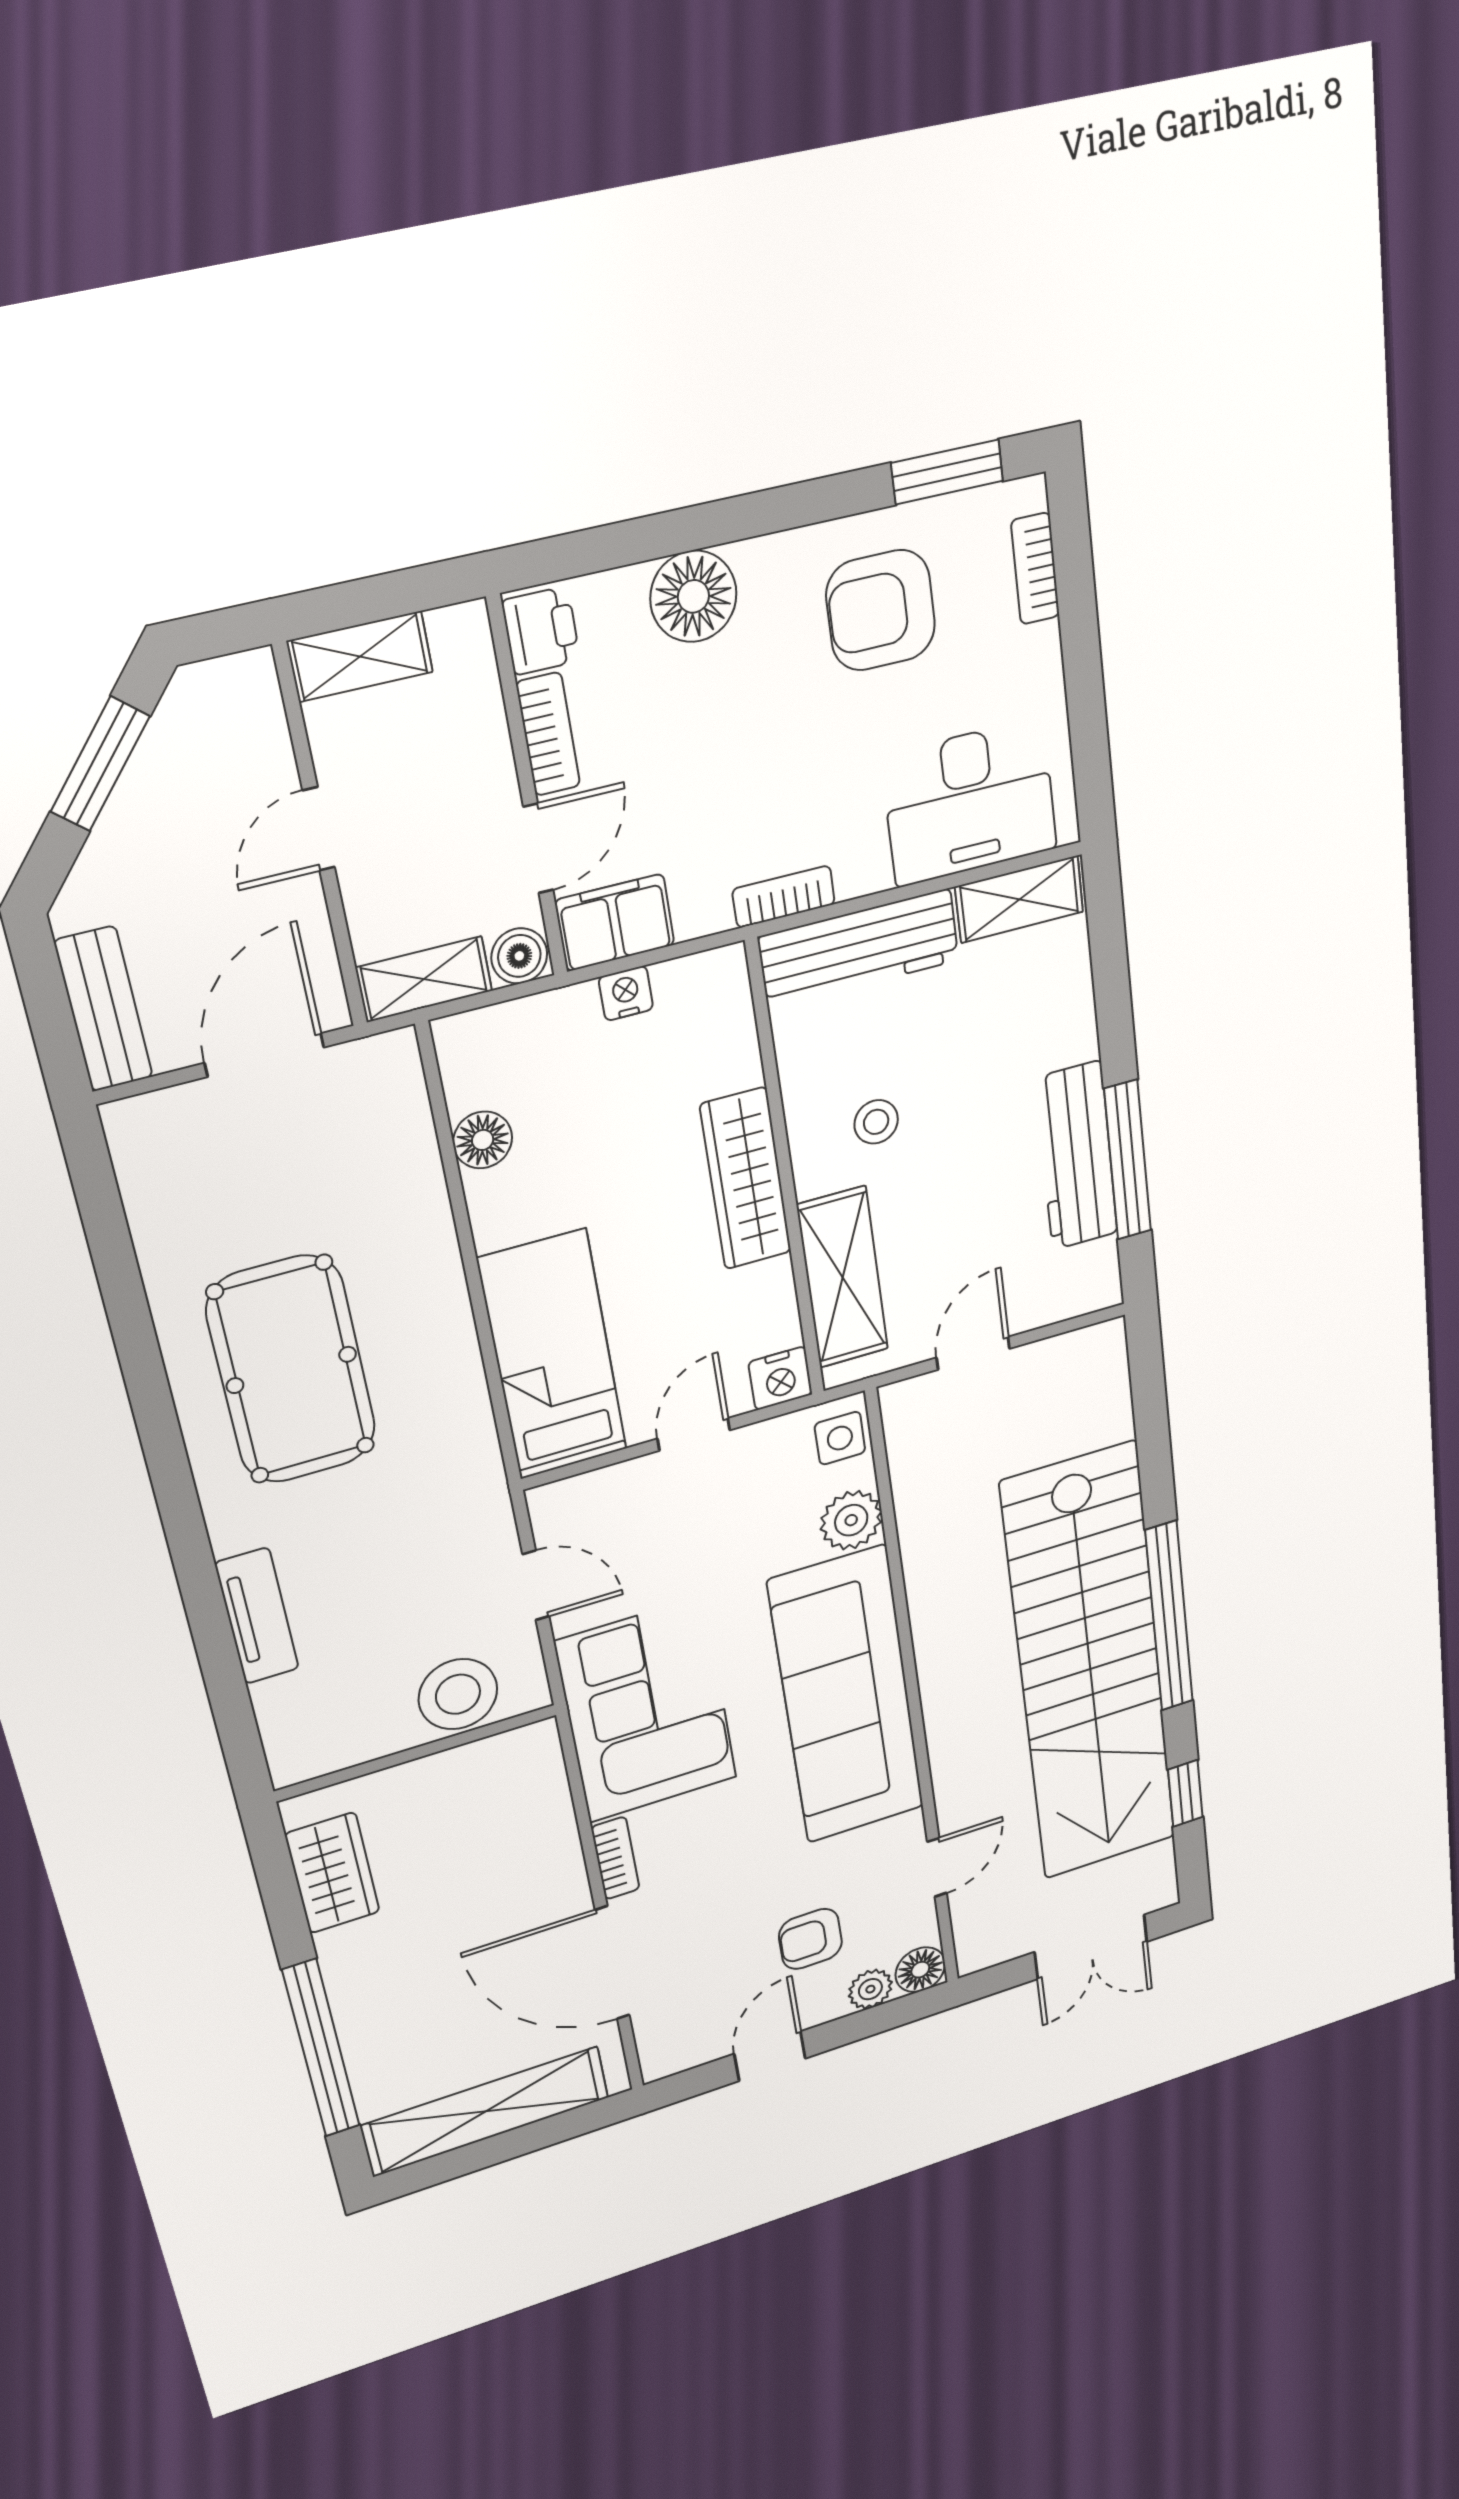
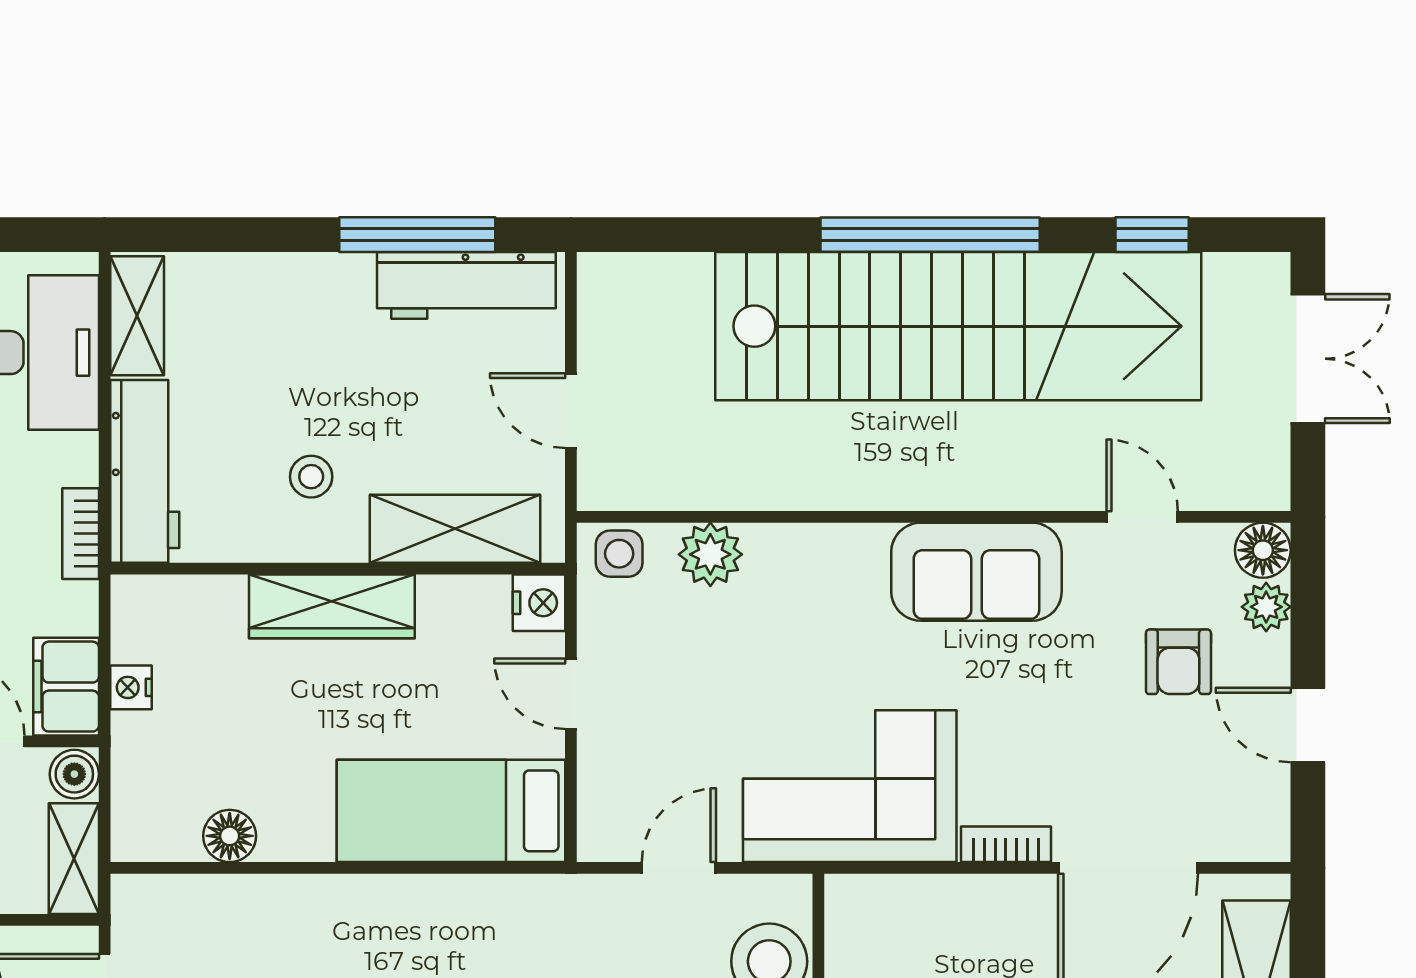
workbench: (1077, 1156) -> (466, 285), moved
sofa: (847, 1696) -> (976, 572), width x0.54, depth x0.79

